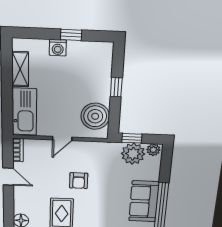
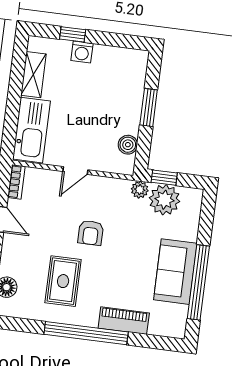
window: (71, 35) -> (73, 34), moved
window: (116, 87) -> (149, 107), width x1.50
boiler: (95, 116) -> (128, 145), width x0.54, depth x0.54
plant: (153, 150) -> (140, 190), moved

